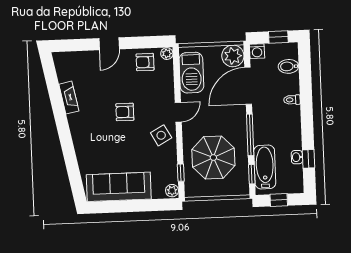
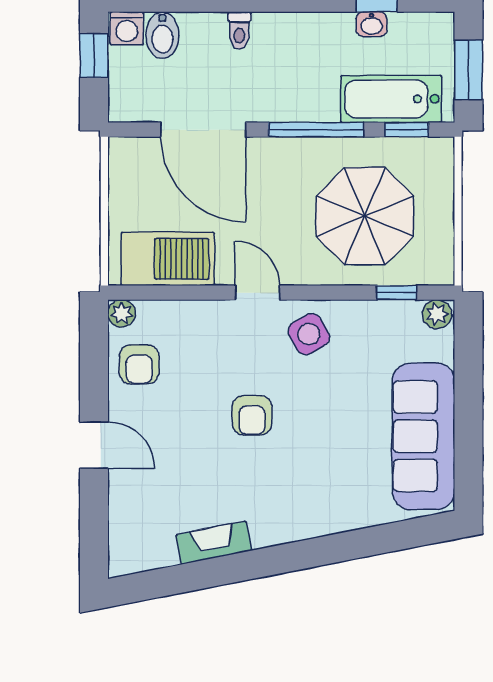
washing machine: (257, 51) -> (127, 28), moved, turned 90
plant: (233, 56) -> (133, 162), removed
window: (279, 200) -> (468, 70), width x1.50

